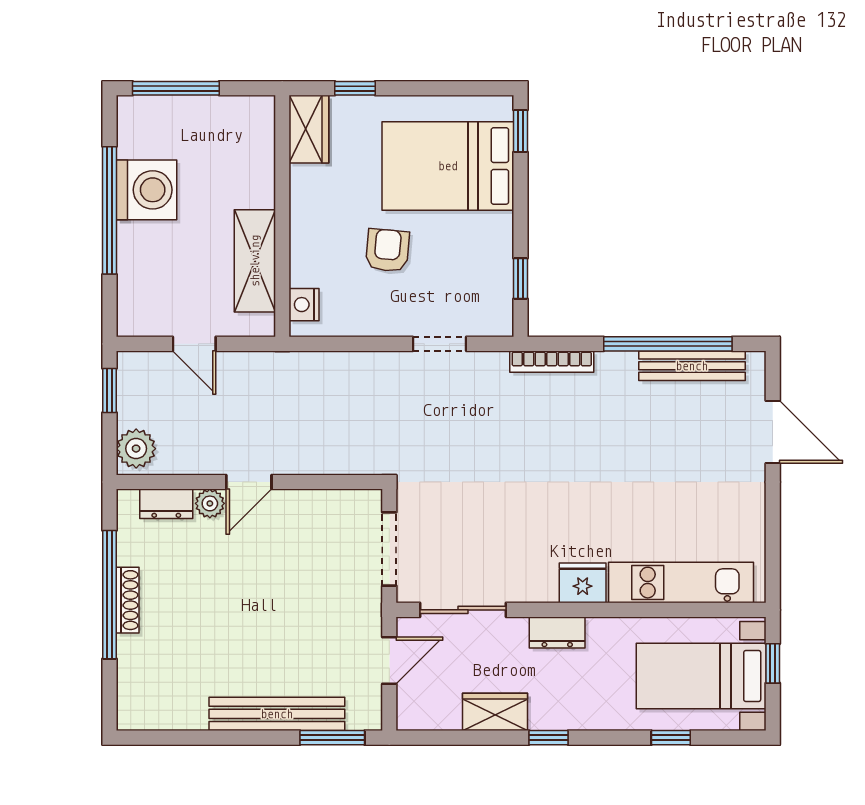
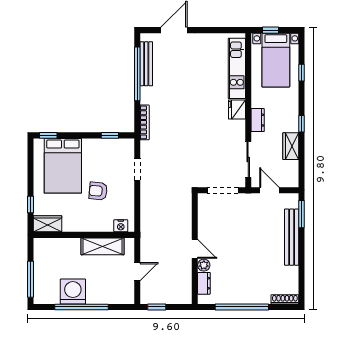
plant: (136, 449) -> (181, 296), removed
shoe rack: (128, 600) -> (285, 299), moved

